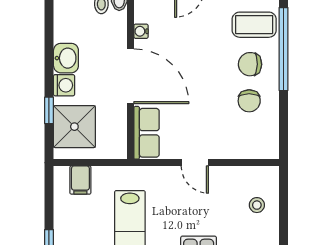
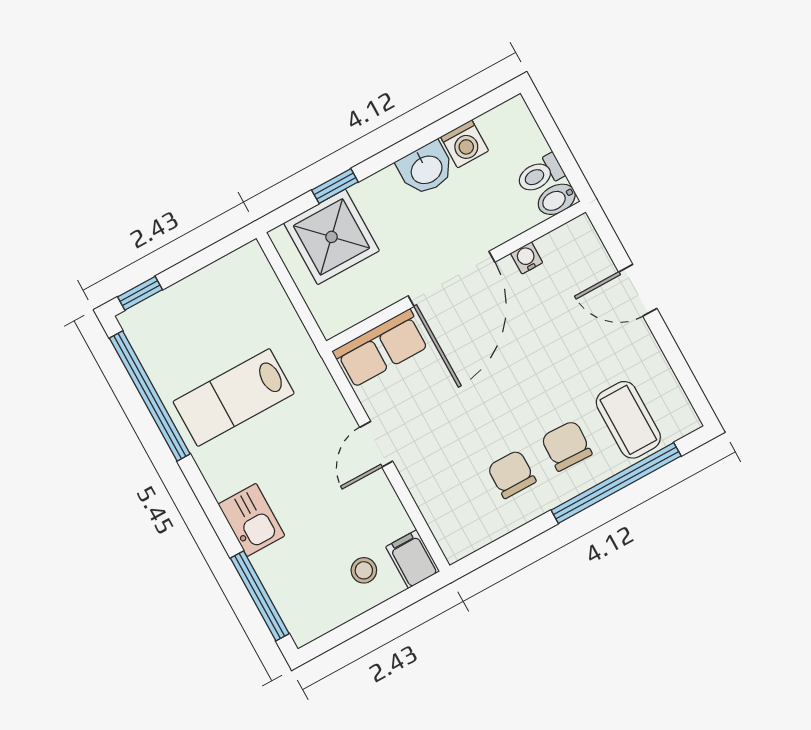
washing machine: (64, 85) -> (465, 144), moved
chair: (249, 101) -> (512, 474), turned 90
filing cabinet: (80, 180) -> (413, 559), moved, turned 90

